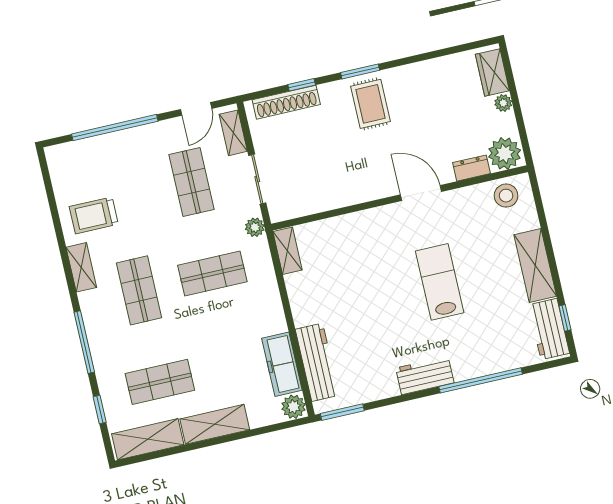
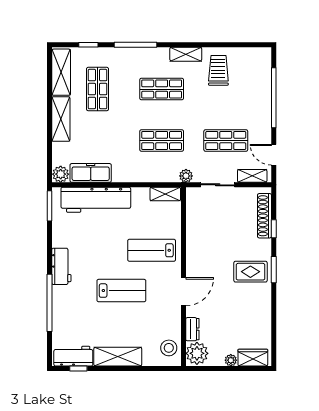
lab bench: (372, 252) -> (152, 250), added
shop shelf: (212, 274) -> (162, 140), turned 90
workbench: (317, 362) -> (96, 200), width x1.36, depth x1.32

